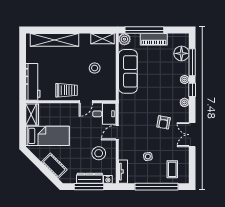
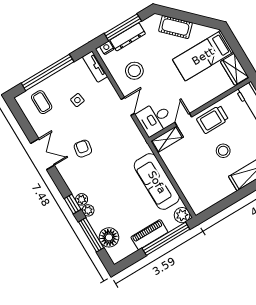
shelving: (102, 39) -> (167, 139), moved
stool: (95, 68) -> (223, 151), moved
plant: (184, 102) -> (82, 199), moved

